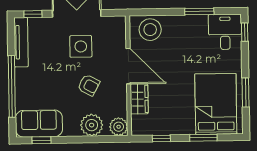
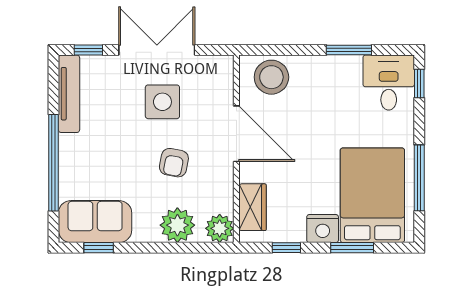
armchair: (89, 85) -> (174, 163), turned 73
window: (246, 92) -> (419, 178), width x1.44
wardrobe: (139, 99) -> (252, 207), moved
nightstand: (184, 126) -> (323, 229), added

